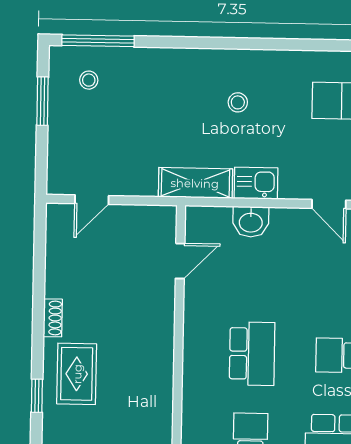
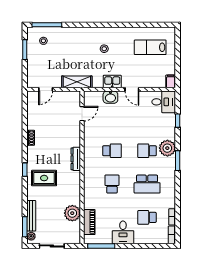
shelving: (195, 183) -> (77, 82), moved
door: (329, 204) -> (132, 89), moved
school desk: (252, 354) -> (112, 151), width x0.54
dresser: (163, 372) -> (76, 159), added
rug: (77, 374) -> (44, 178), moved, turned 90

